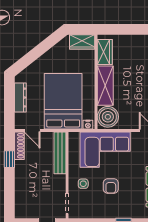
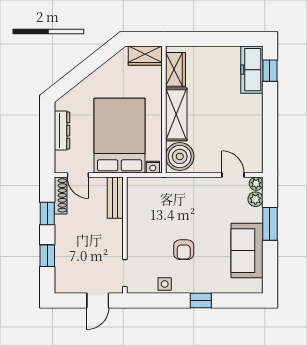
corner sofa: (105, 150) -> (176, 201), removed
bench: (60, 153) -> (115, 198), width x0.73
side table: (83, 184) -> (165, 284), moved
window: (9, 190) -> (47, 256), added

